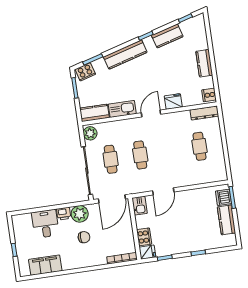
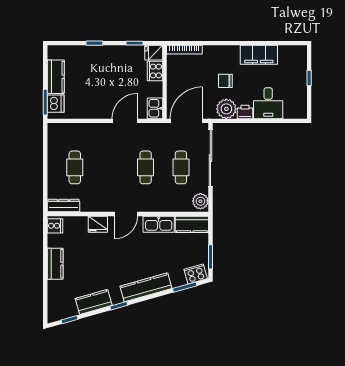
filing cabinet: (45, 265) -> (259, 55), moved

